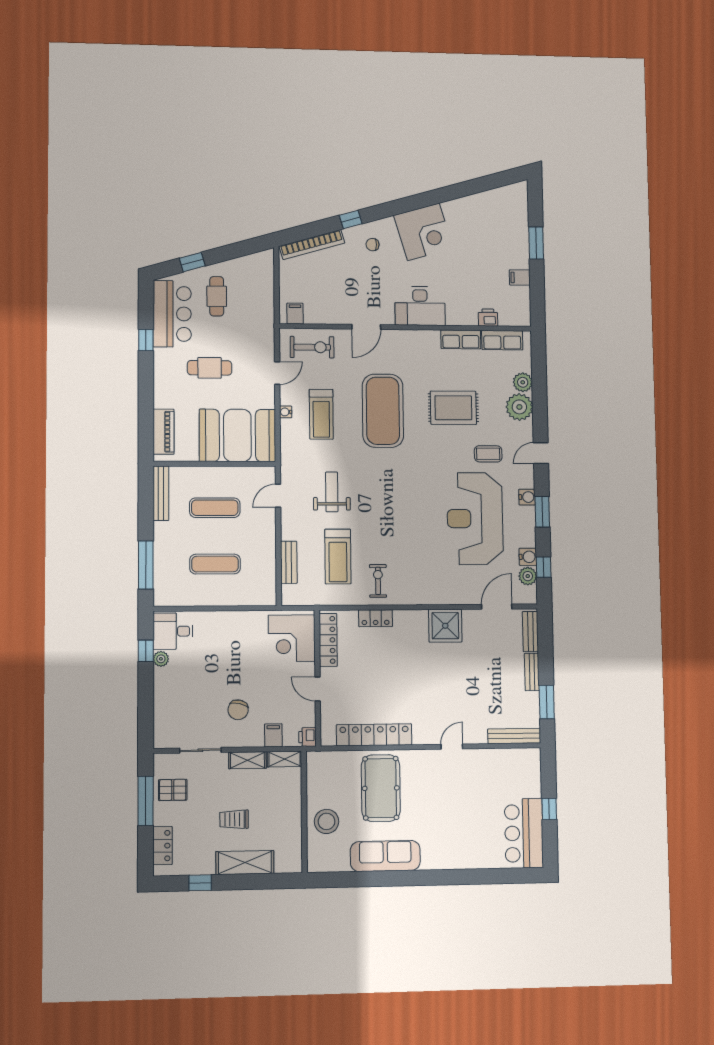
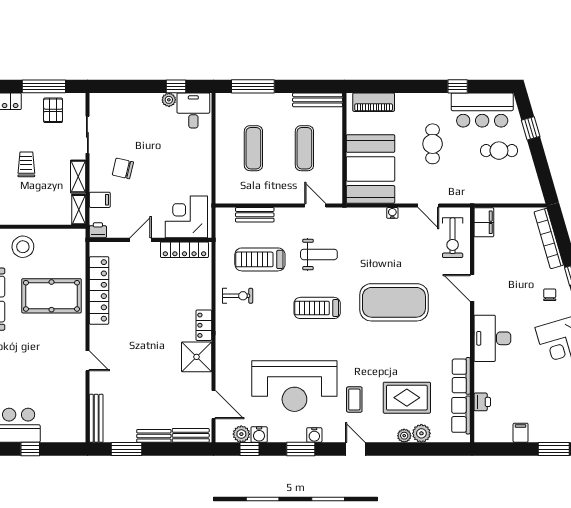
filing cabinet: (295, 314) -> (484, 222), width x2.00
plant: (519, 407) -> (404, 436), width x0.53, depth x0.53
rug: (453, 408) -> (407, 398), moved, turned 90
treadmill: (321, 414) -> (317, 308), moved
reception desk: (475, 519) -> (294, 386), turned 180
locker: (376, 618) -> (204, 325), moved

